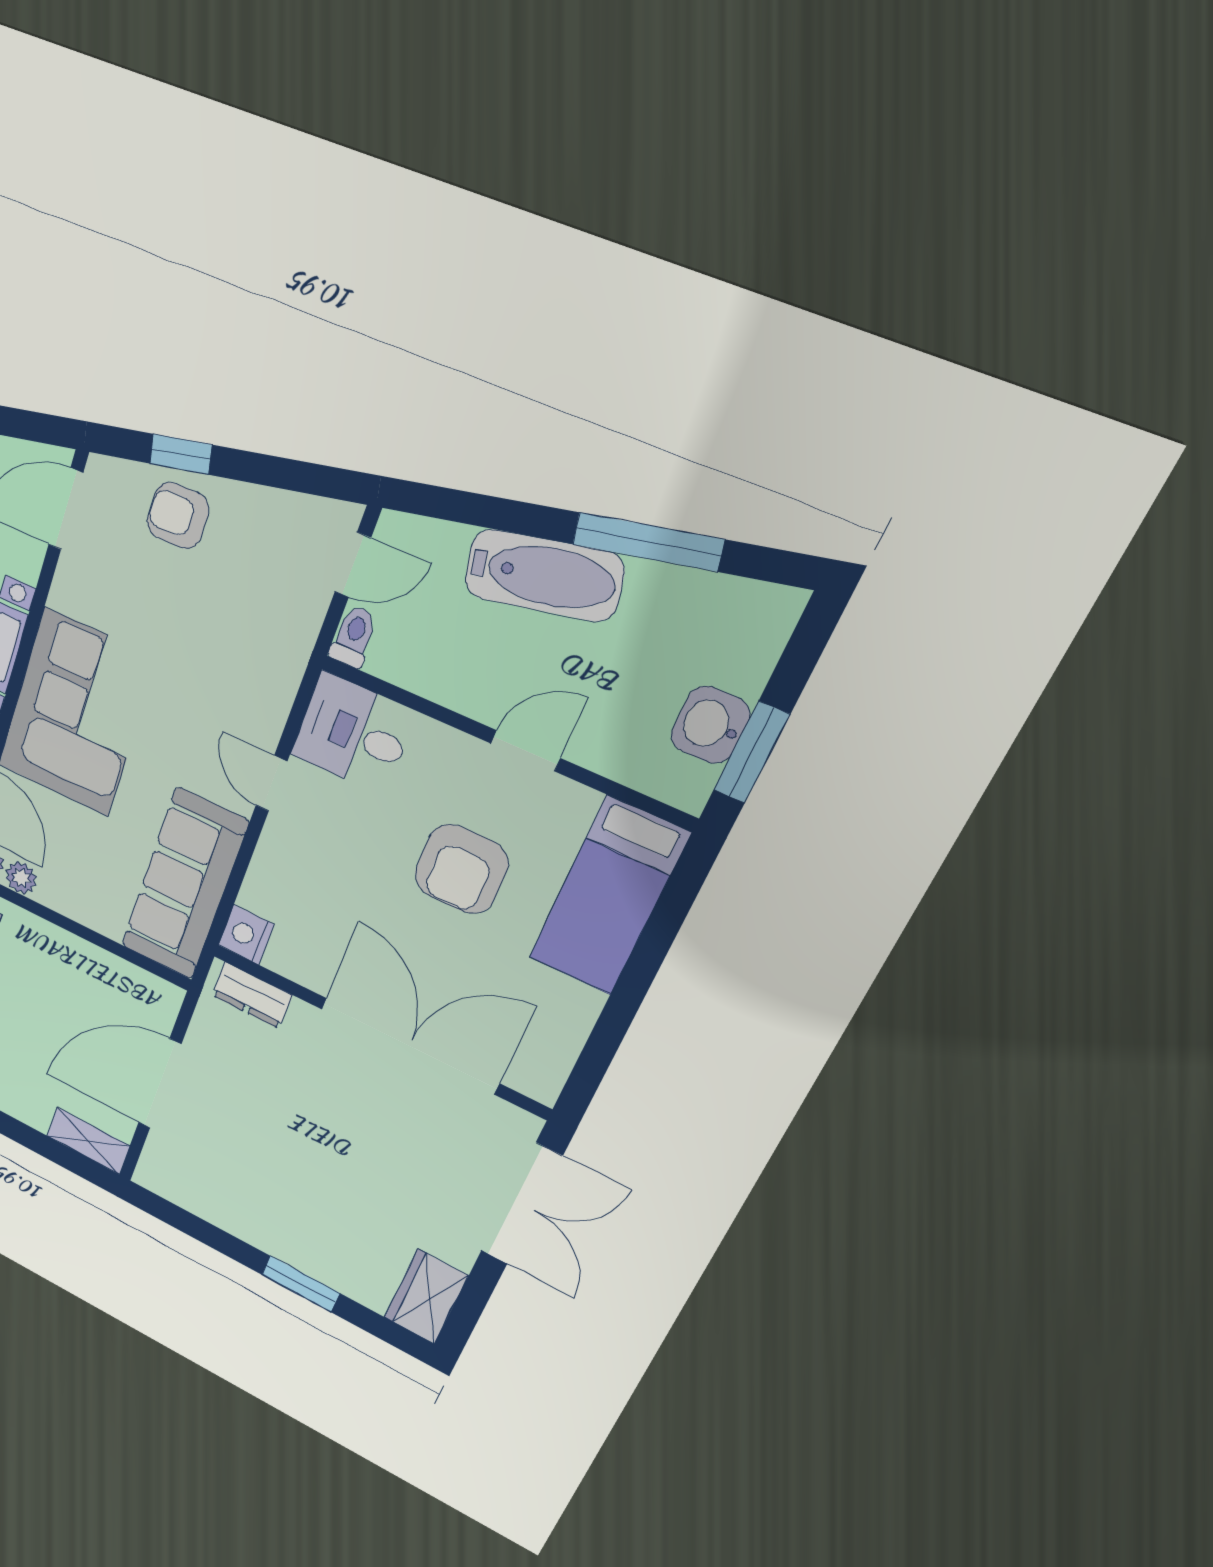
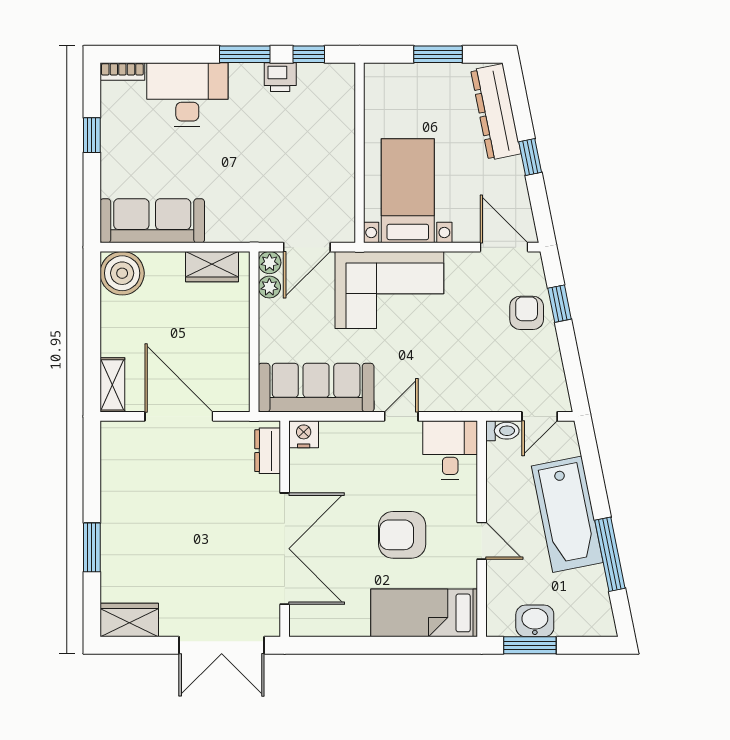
door: (353, 565) -> (540, 416), hinge flipped
bathtub: (544, 575) -> (567, 514), width x1.36, depth x1.36

